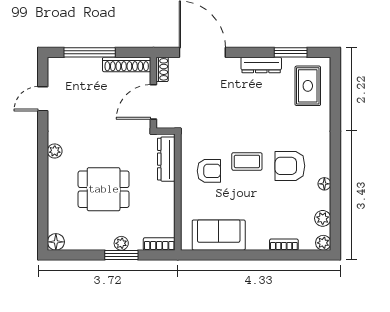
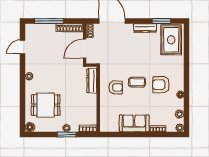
rug: (308, 86) -> (171, 40), width x1.36, depth x1.43
dining table: (104, 189) -> (46, 105), moved
sofa: (219, 235) -> (134, 123), moved

